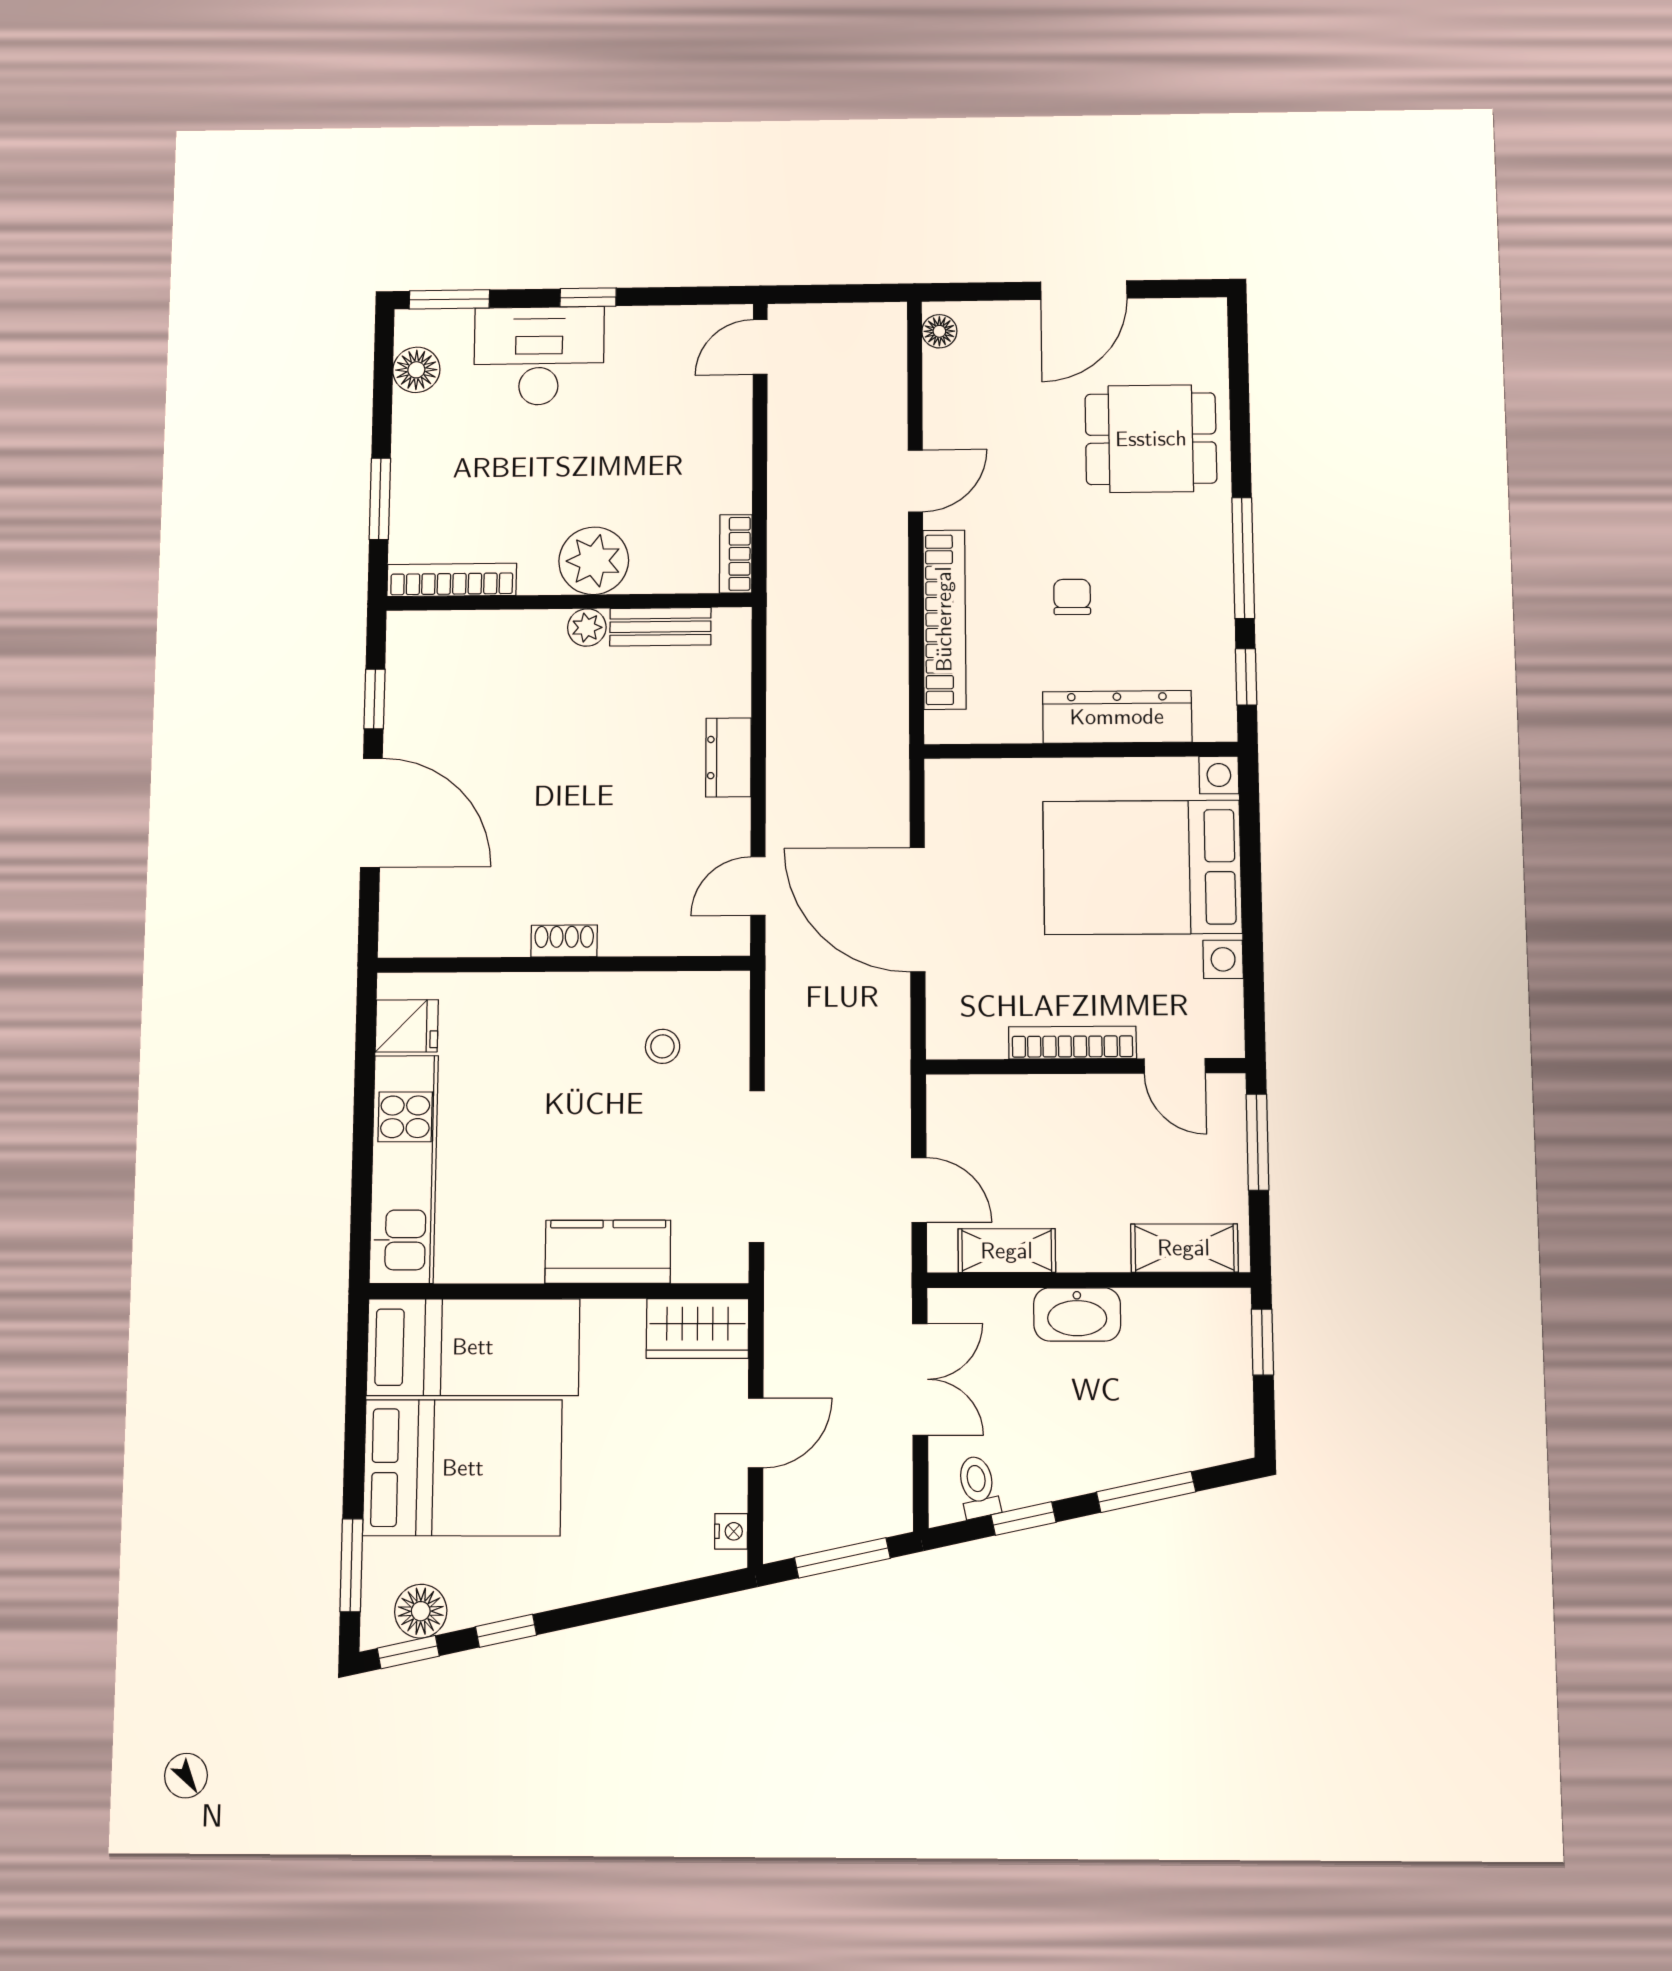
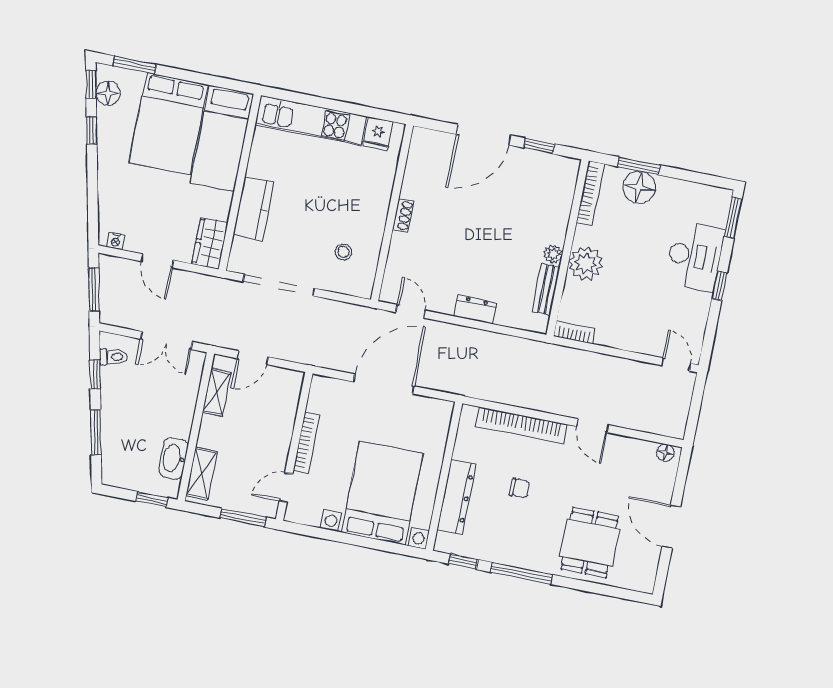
floor lamp: (416, 370) -> (639, 187), moved, width x1.38, depth x1.38
washbasin: (1077, 1314) -> (173, 458), moved

